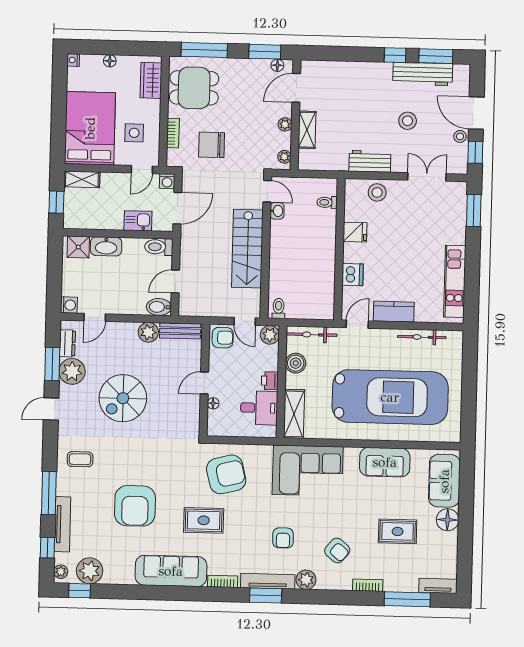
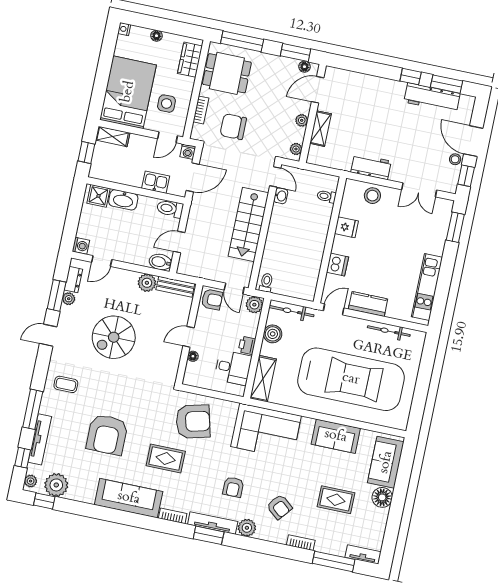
stool: (408, 121) -> (411, 137), removed
double door: (427, 177) -> (419, 190), swing flipped
plant: (72, 371) -> (69, 299), width x0.53, depth x0.53

